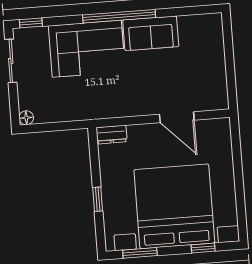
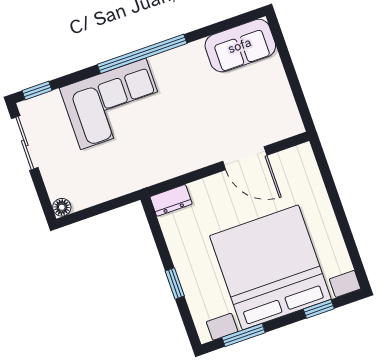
sofa: (151, 33) -> (240, 46), moved

